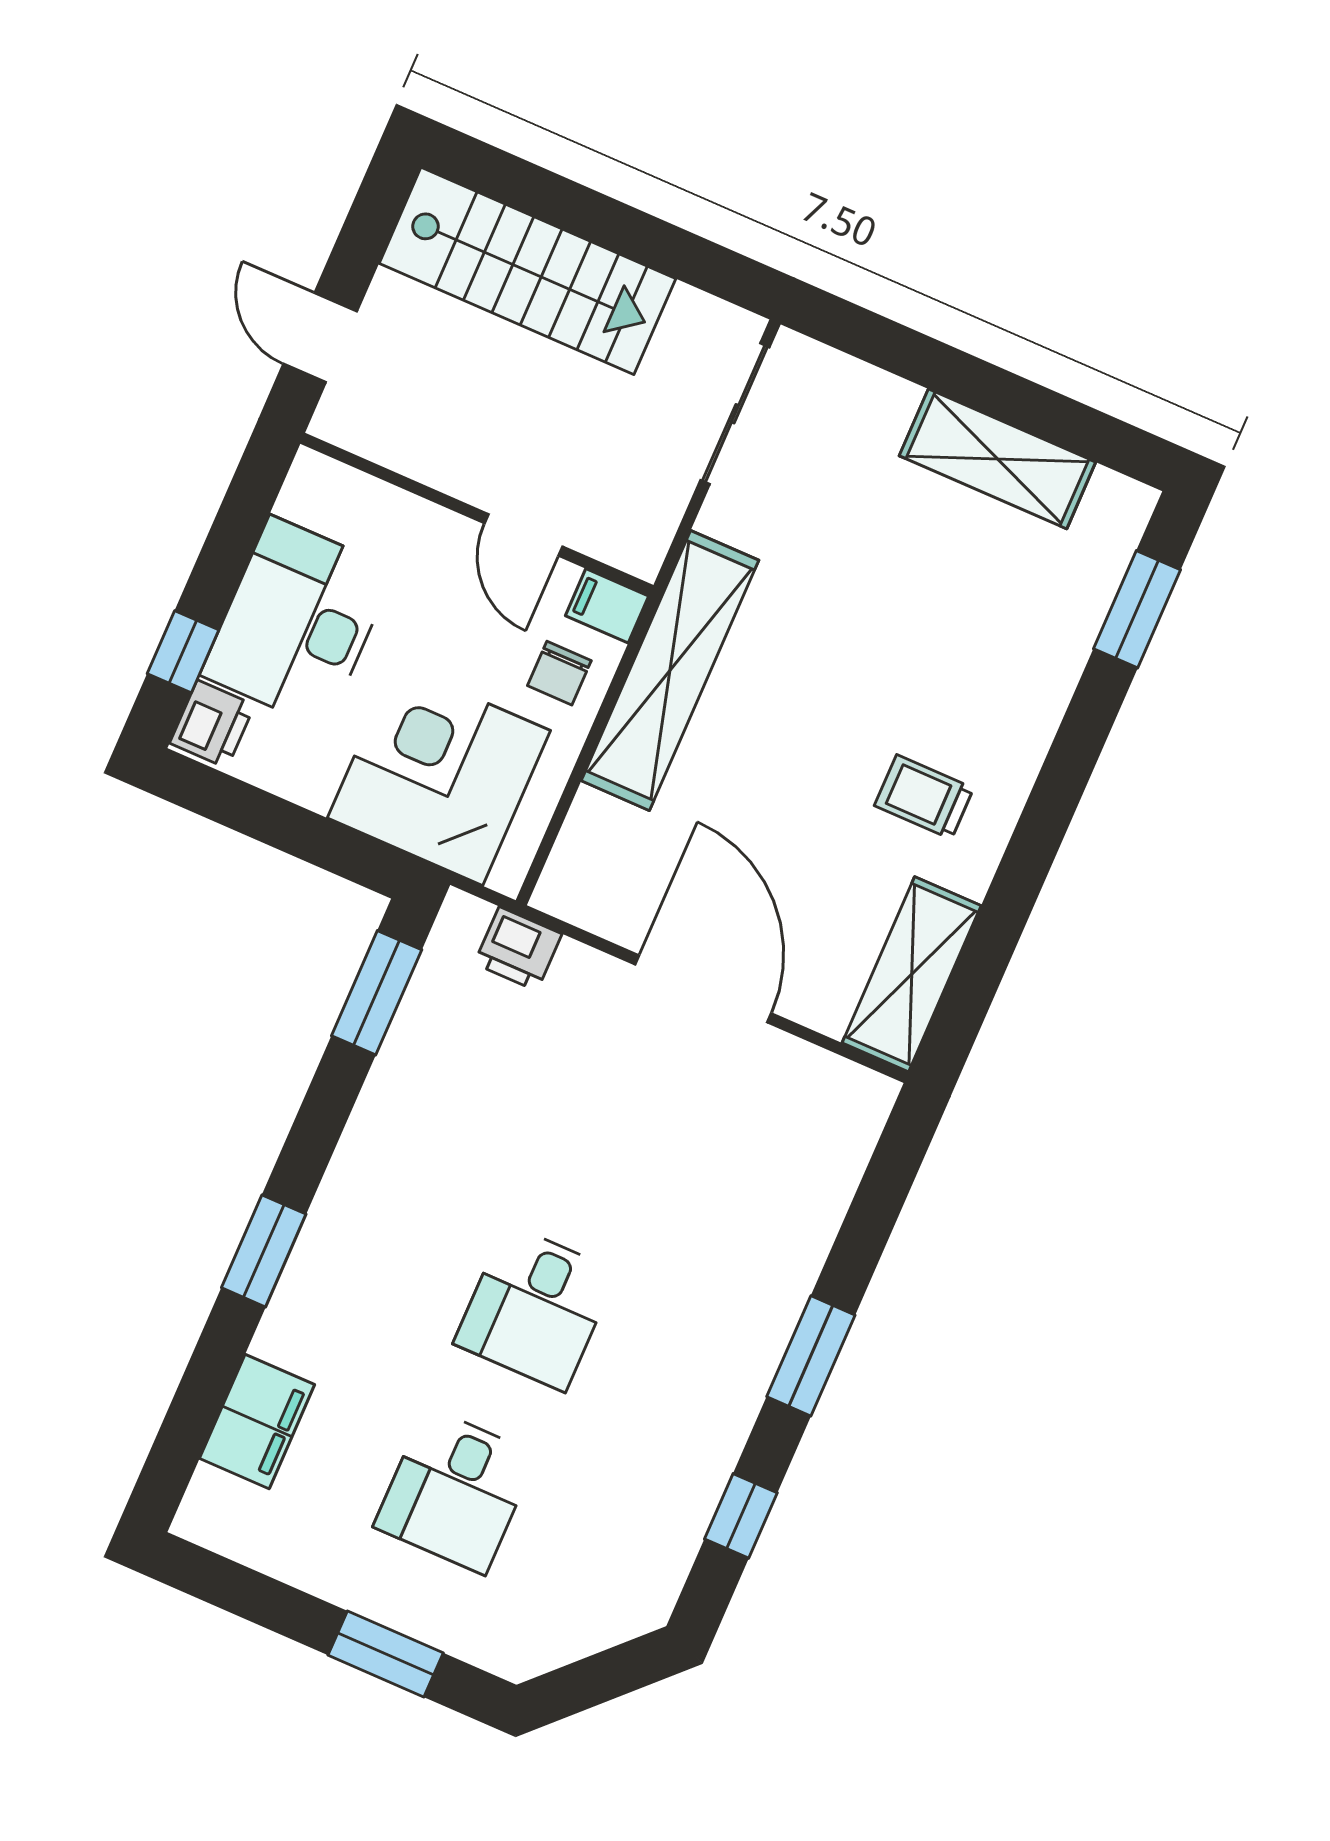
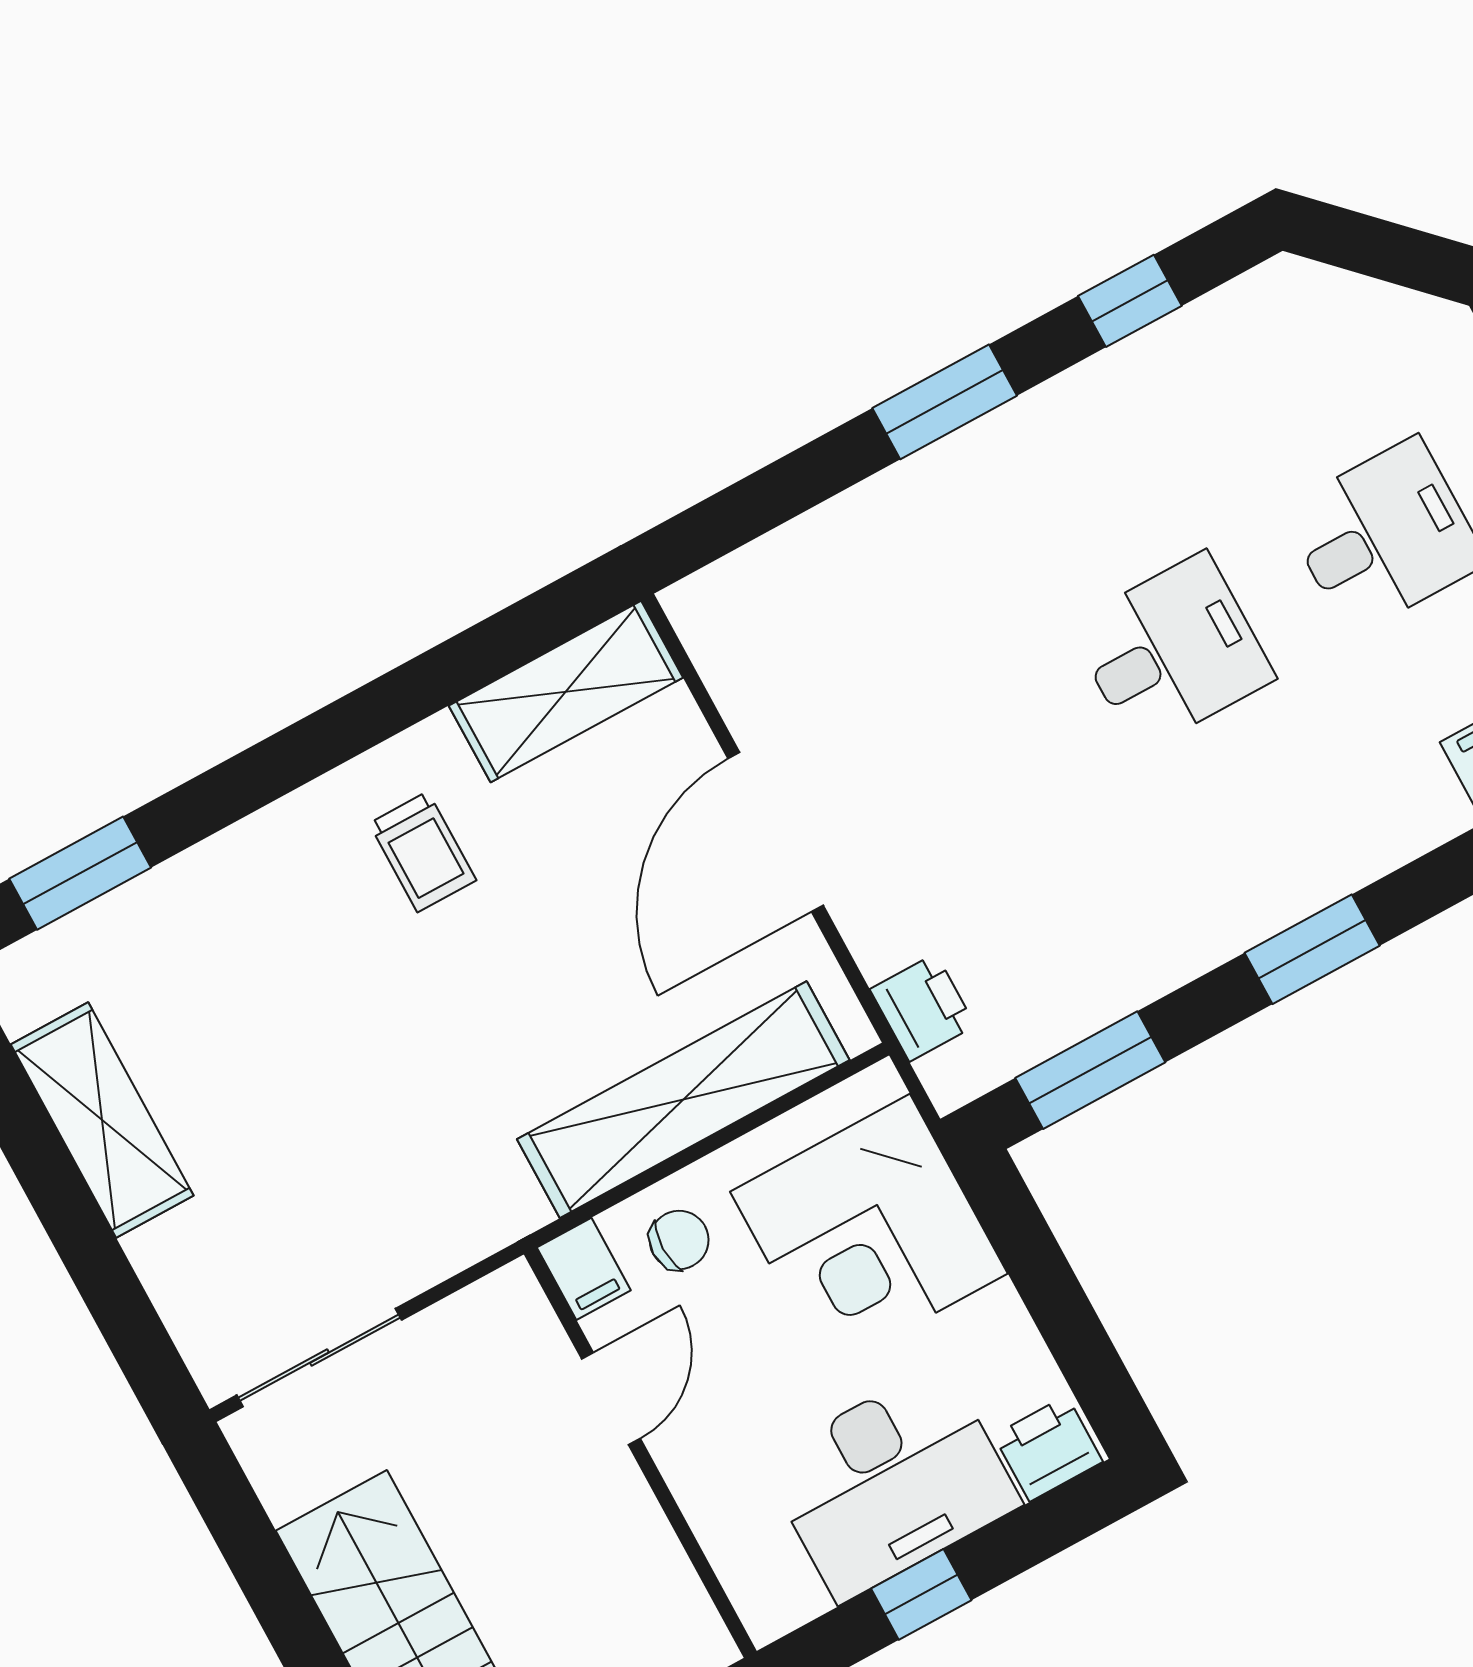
window: (183, 652) -> (921, 1594), moved
shelving: (670, 670) -> (683, 1100), moved
window: (264, 1251) -> (1312, 949), moved

